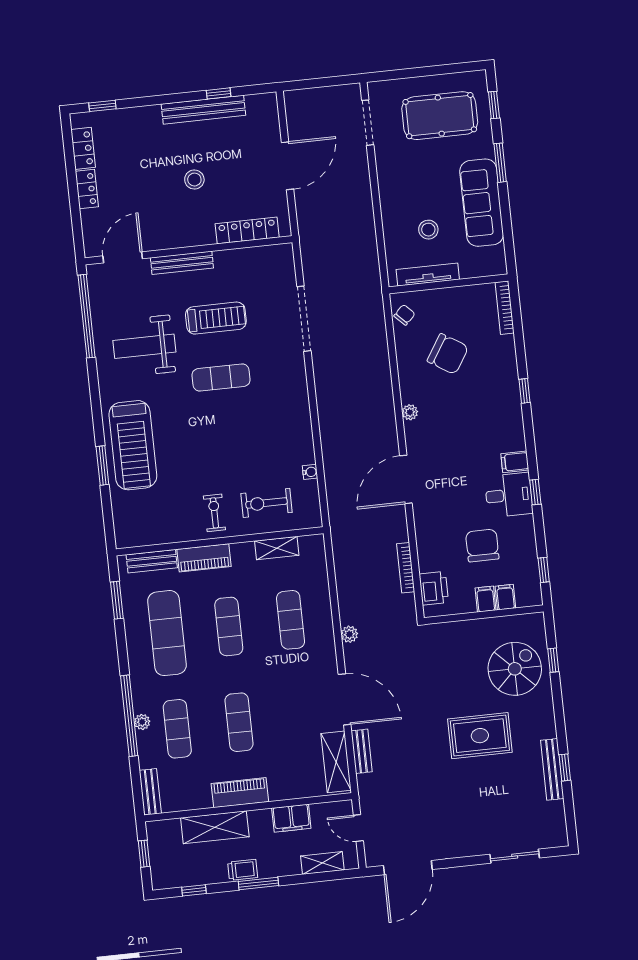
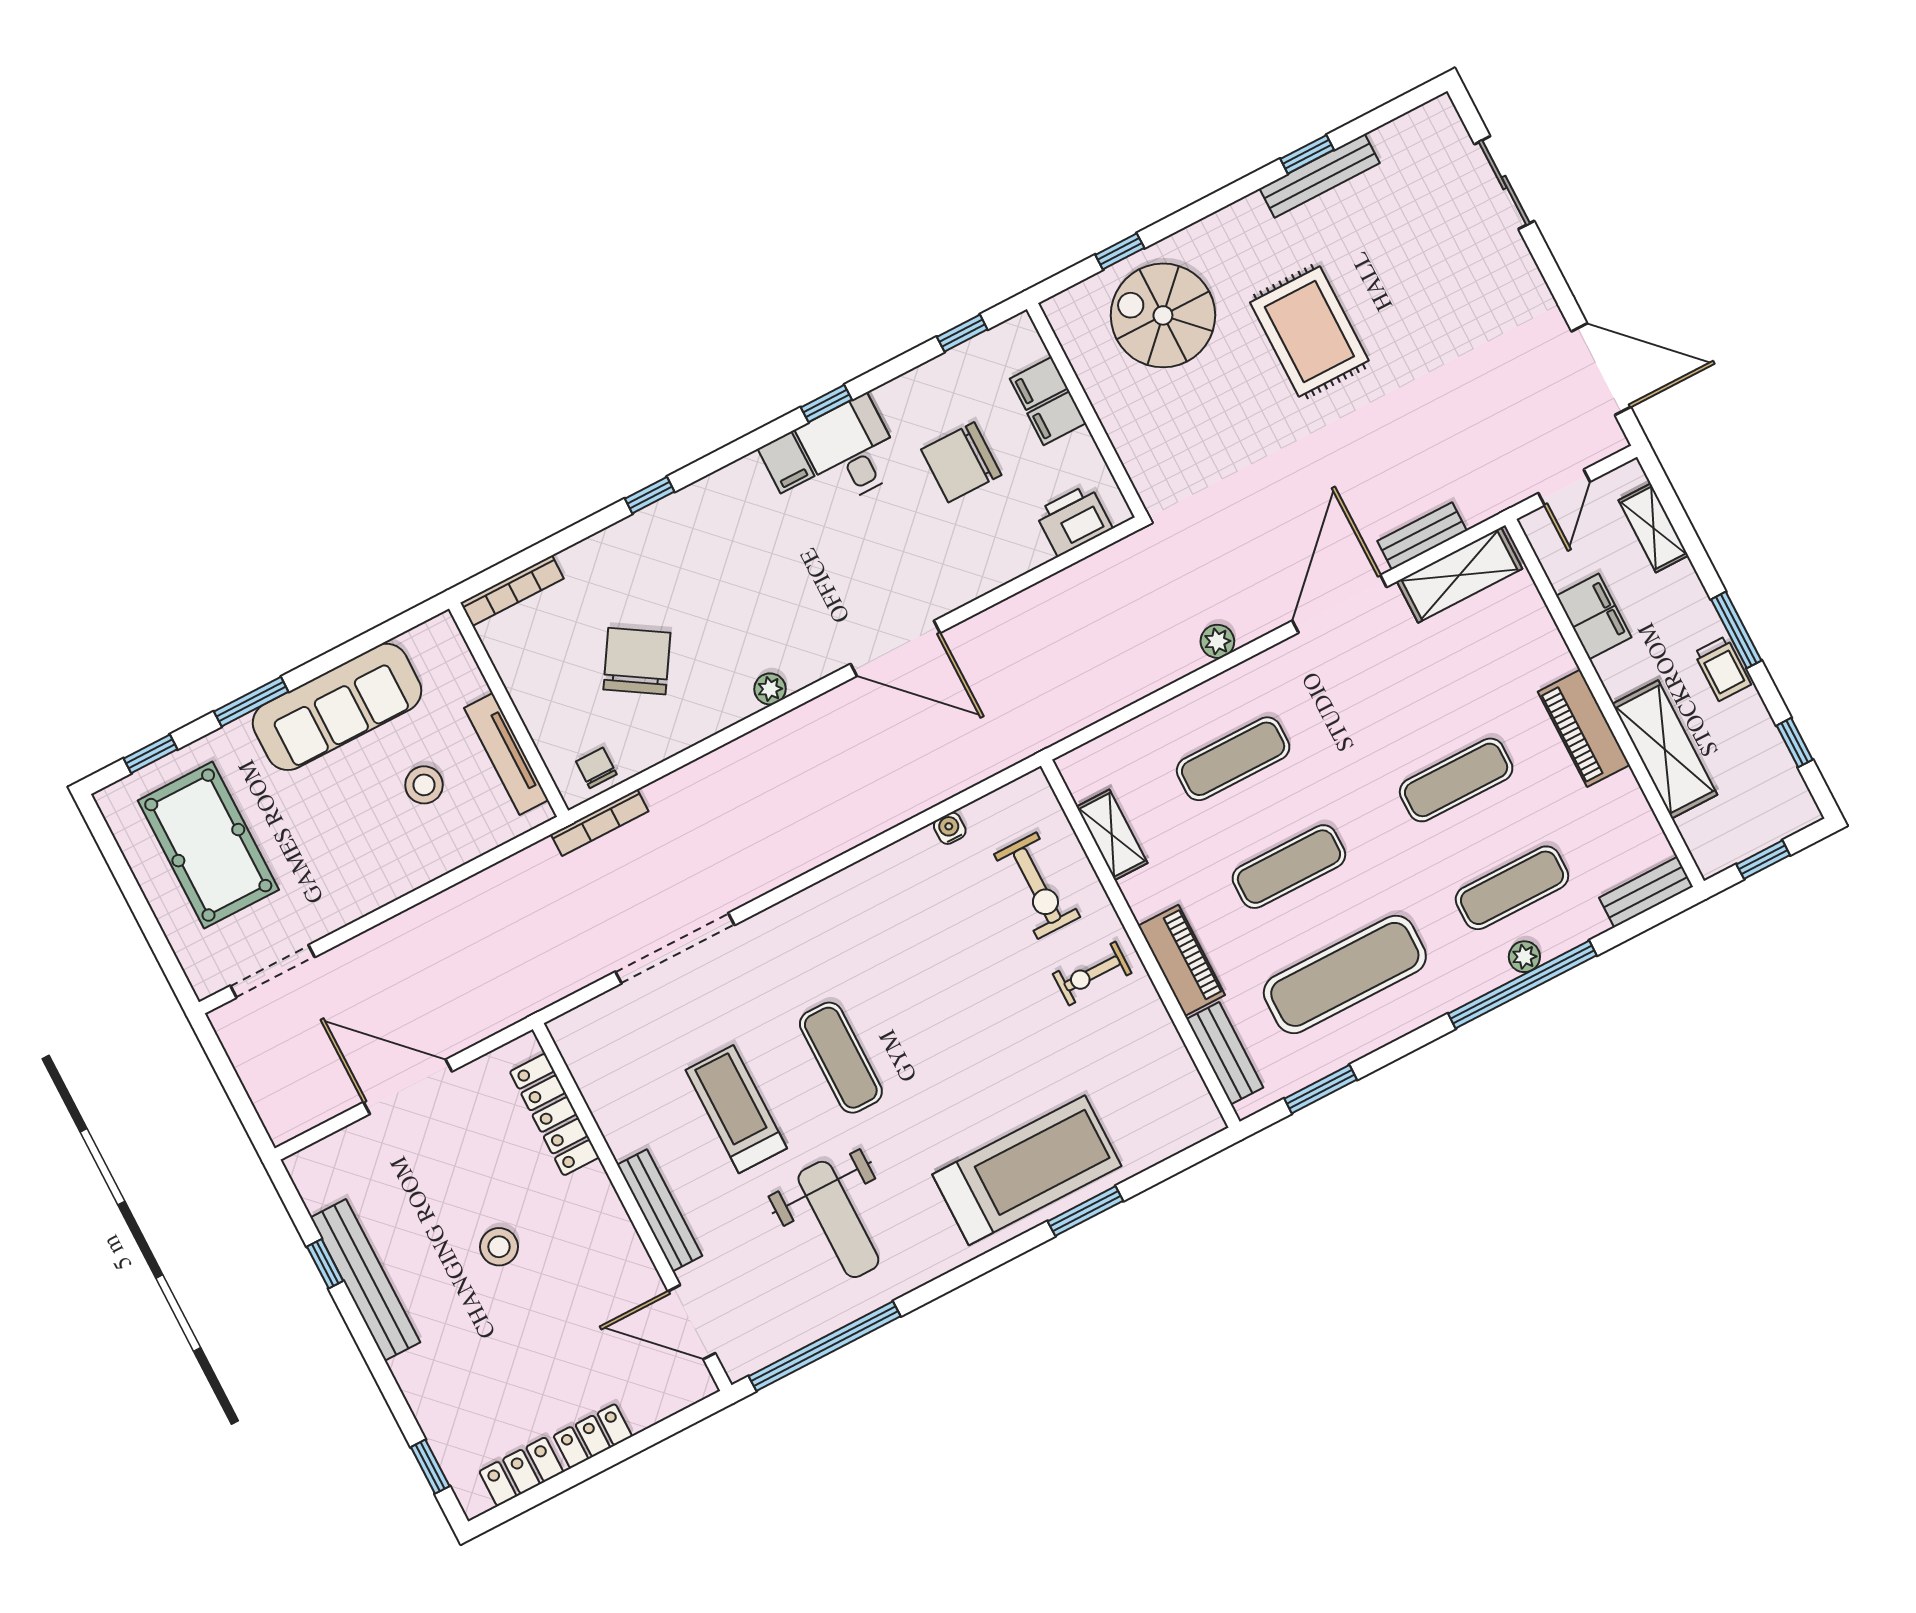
chair: (404, 315) -> (596, 768), turned 45
bookcase: (406, 568) -> (600, 823), moved
trolley: (243, 870) -> (1722, 669), turned 180

